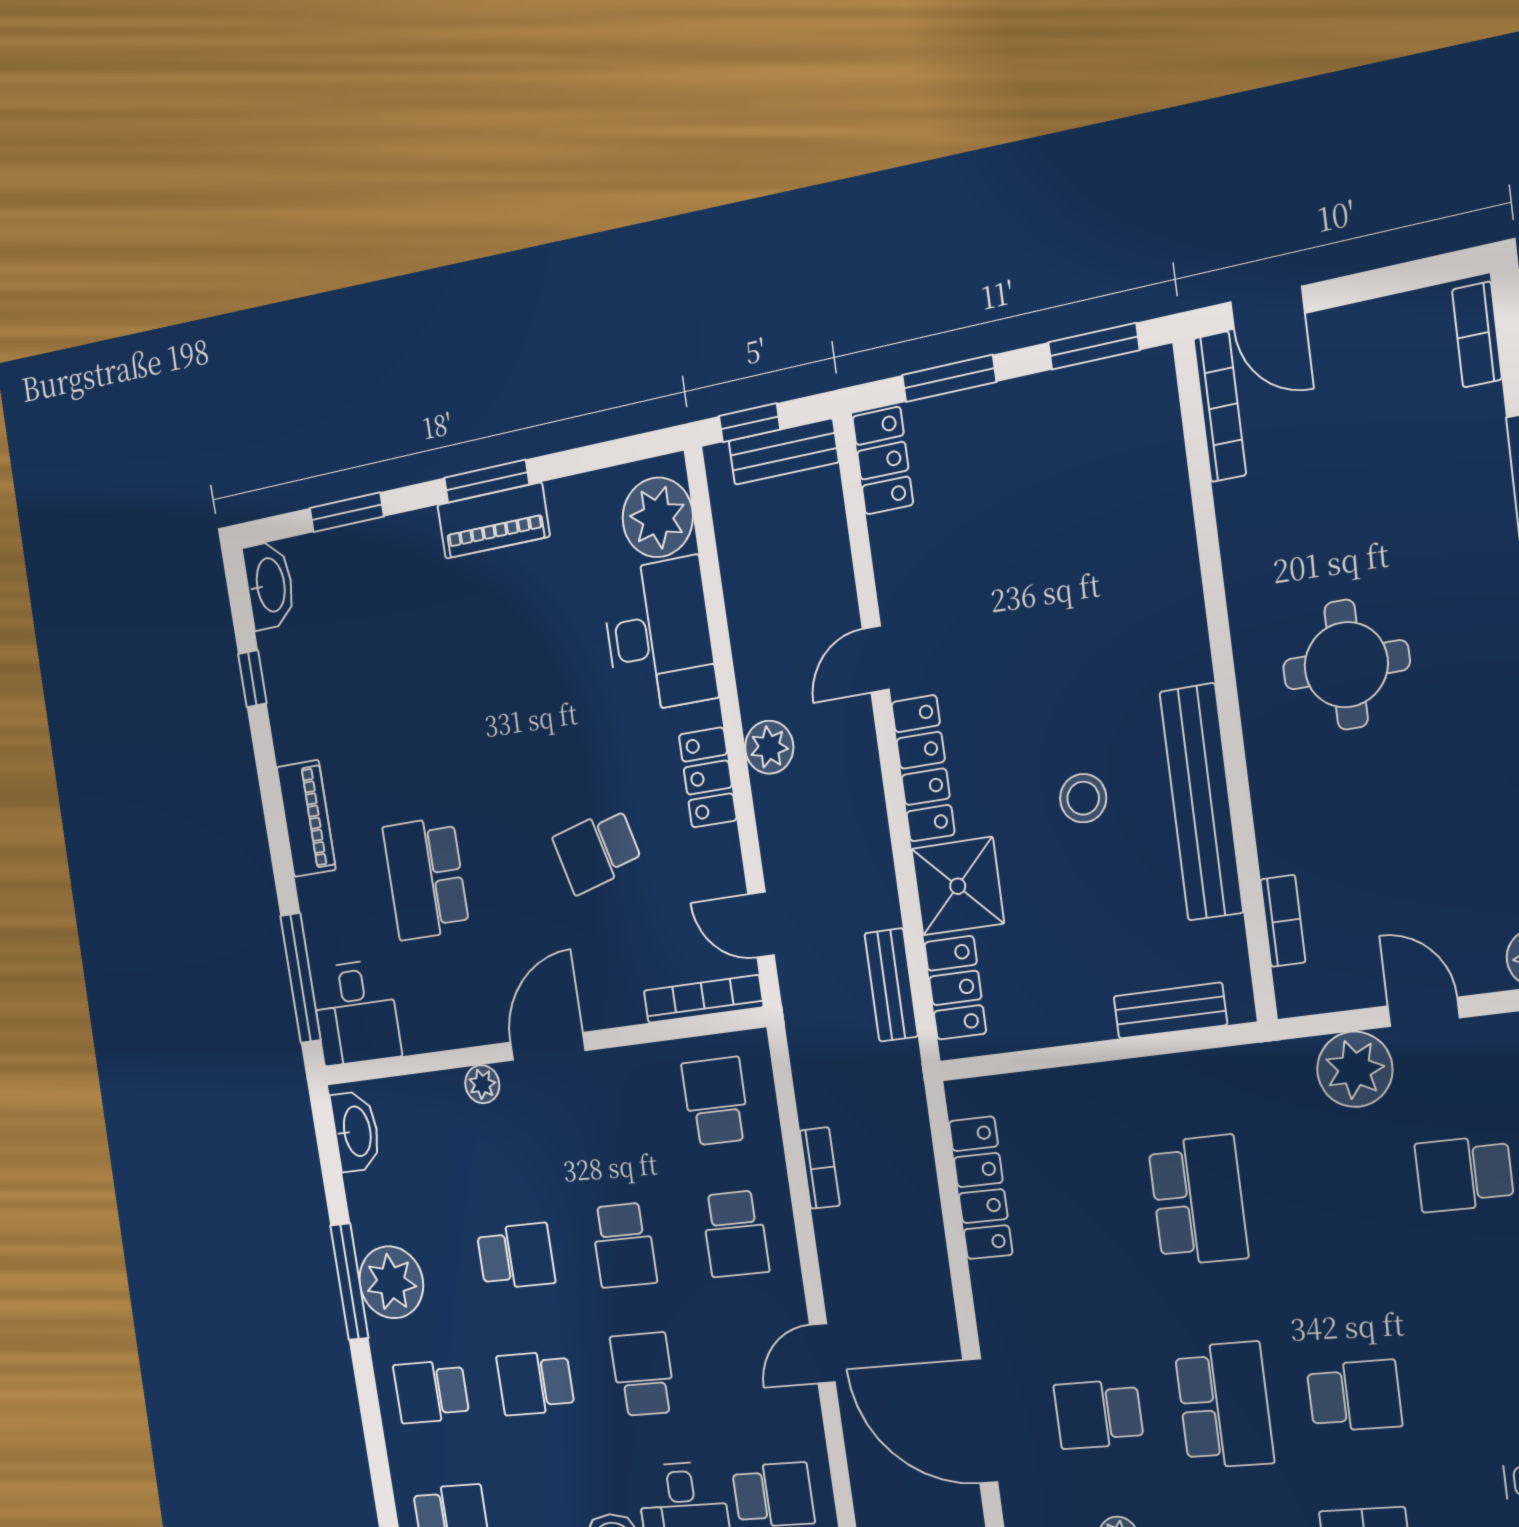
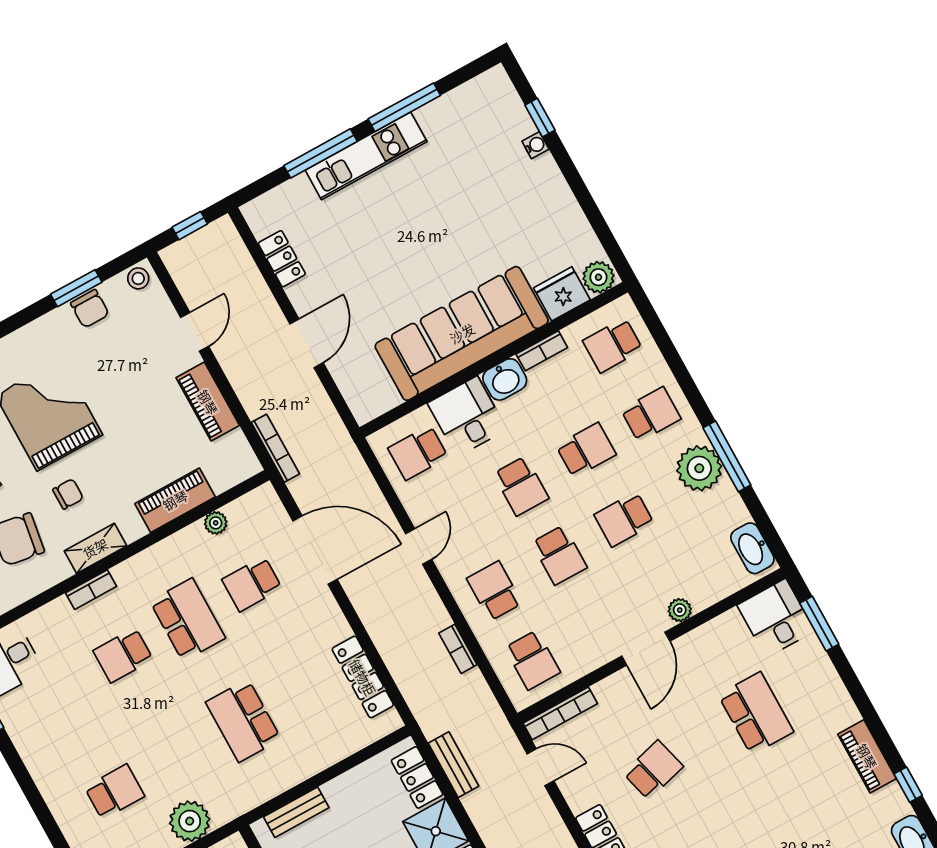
piano: (306, 819) -> (867, 756), moved
window: (301, 978) -> (819, 624), width x0.69
school desk: (624, 1245) -> (559, 555), turned 180
school desk: (1224, 1405) -> (188, 620), turned 180
school desk: (1099, 1414) -> (252, 584), turned 180

